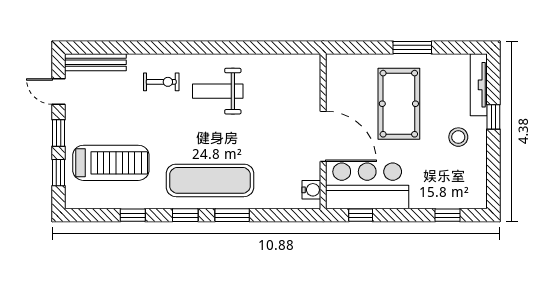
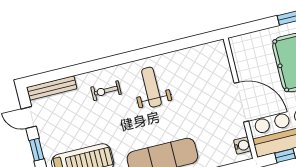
exercise bike: (161, 82) -> (106, 91), turned 180
weight bench: (218, 91) -> (151, 87), turned 90

